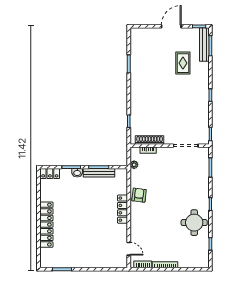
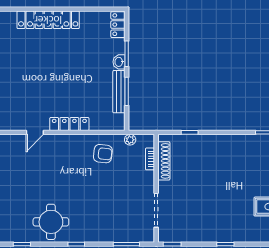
armchair: (139, 195) -> (103, 154), moved
door: (129, 249) -> (35, 132), moved

